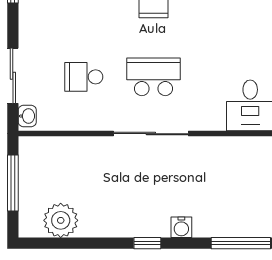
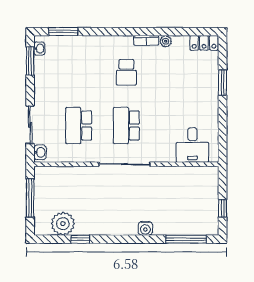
school desk: (84, 77) -> (79, 126), width x1.85
school desk: (154, 77) -> (126, 126), turned -90
window: (147, 243) -> (80, 239), moved

